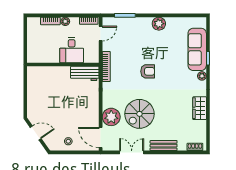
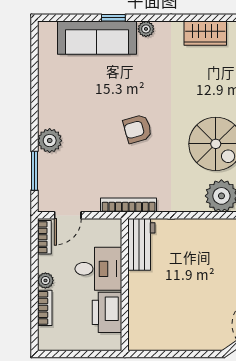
plant: (159, 24) -> (50, 141), moved
door: (101, 34) -> (68, 215), swing flipped
printer: (48, 55) -> (107, 312), added
armchair: (148, 71) -> (137, 129), turned -106

